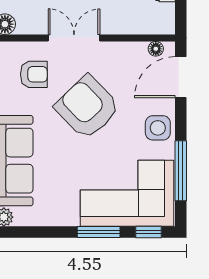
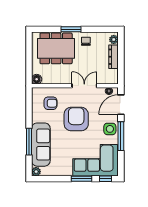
double door: (74, 38) -> (84, 86), moved
armchair: (87, 107) -> (76, 119), turned 44
window: (181, 171) -> (121, 136), moved

